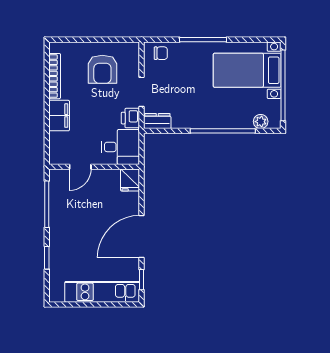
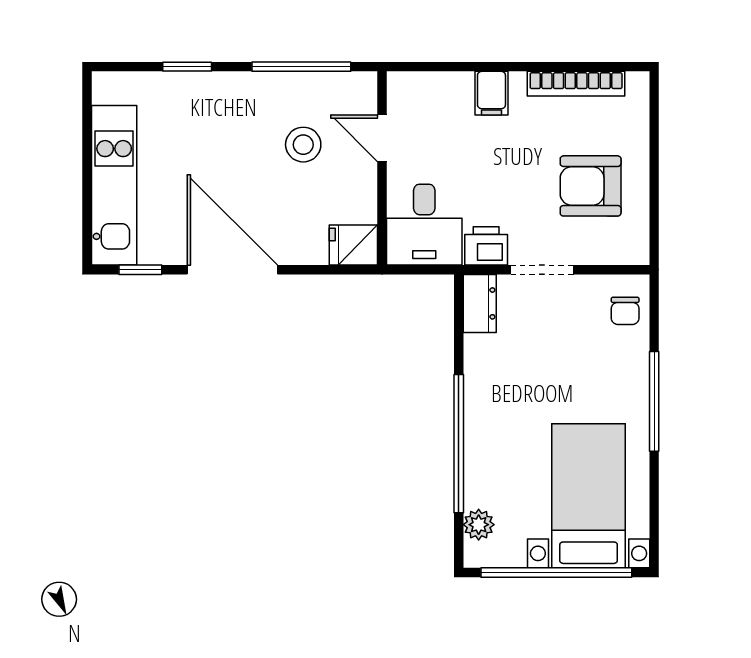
filing cabinet: (59, 116) -> (491, 93), width x0.50
stool: (83, 203) -> (303, 145), added

